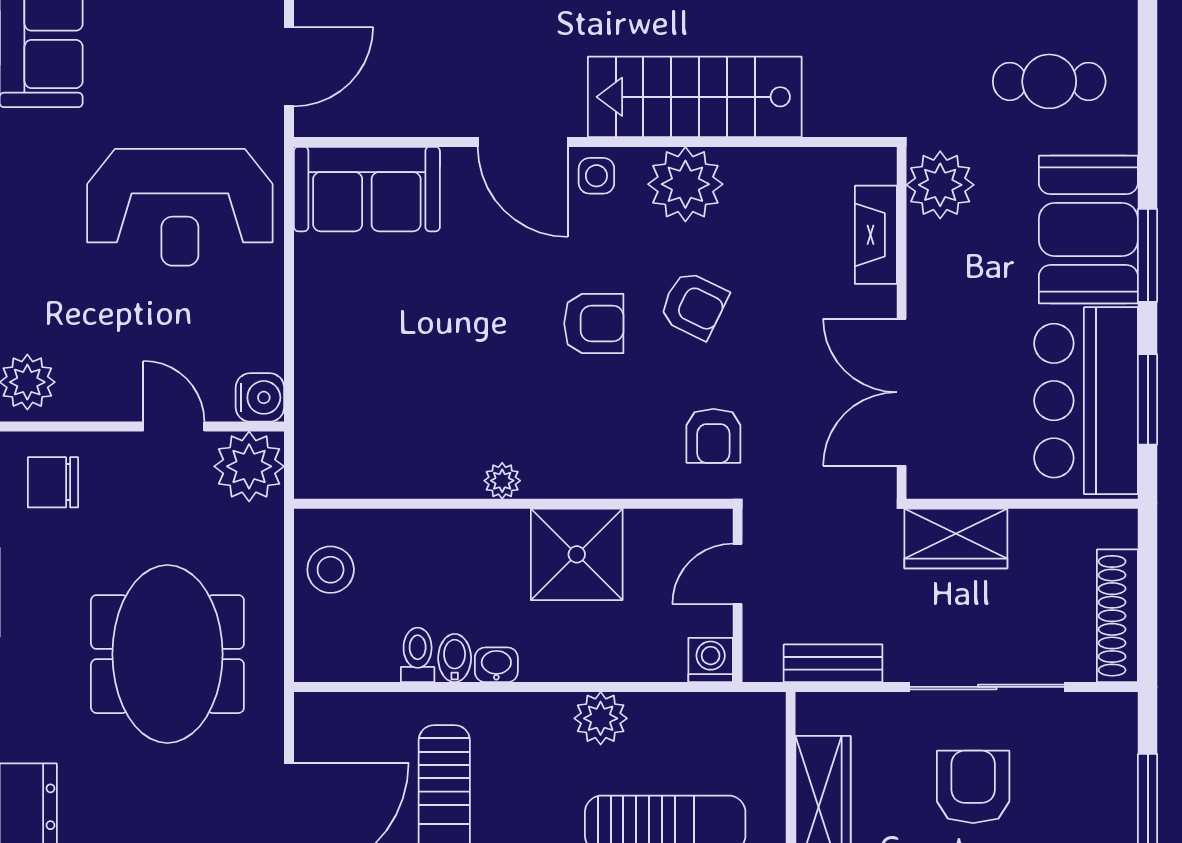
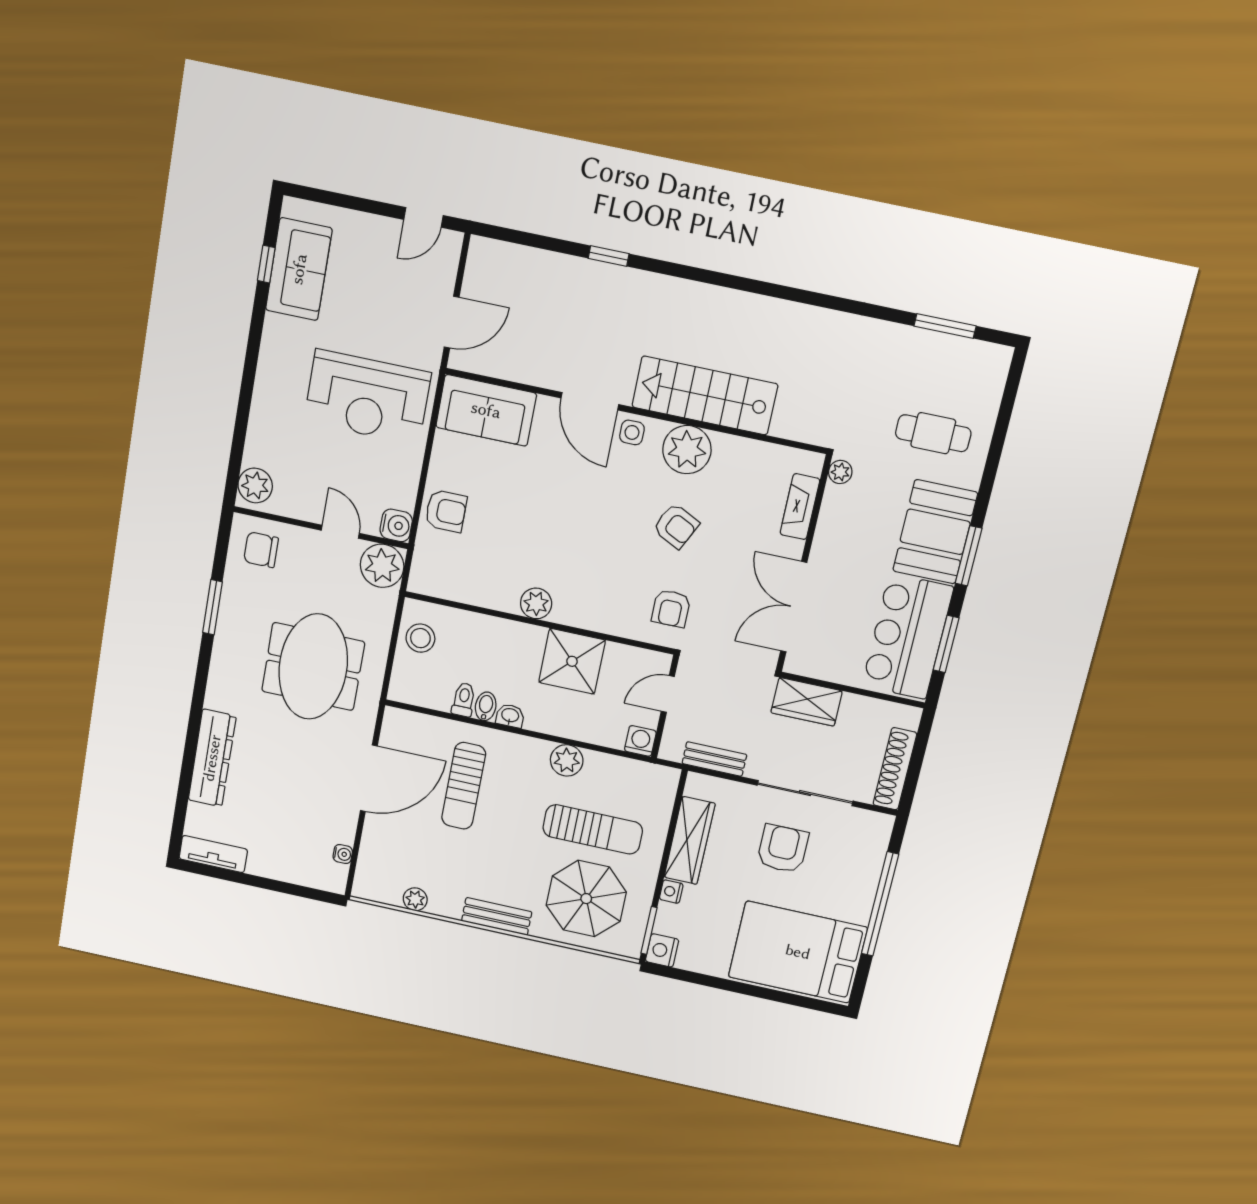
plant: (940, 185) -> (840, 472), width x0.53, depth x0.53
armchair: (594, 323) -> (446, 511), moved
plant: (502, 481) -> (536, 603), width x1.38, depth x1.38

